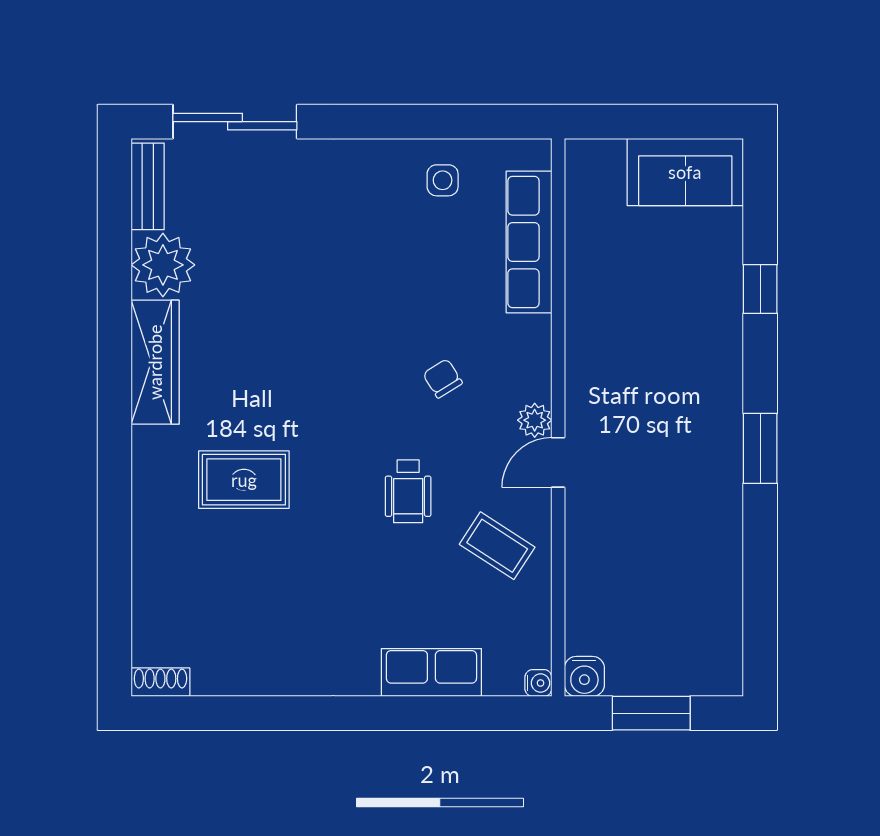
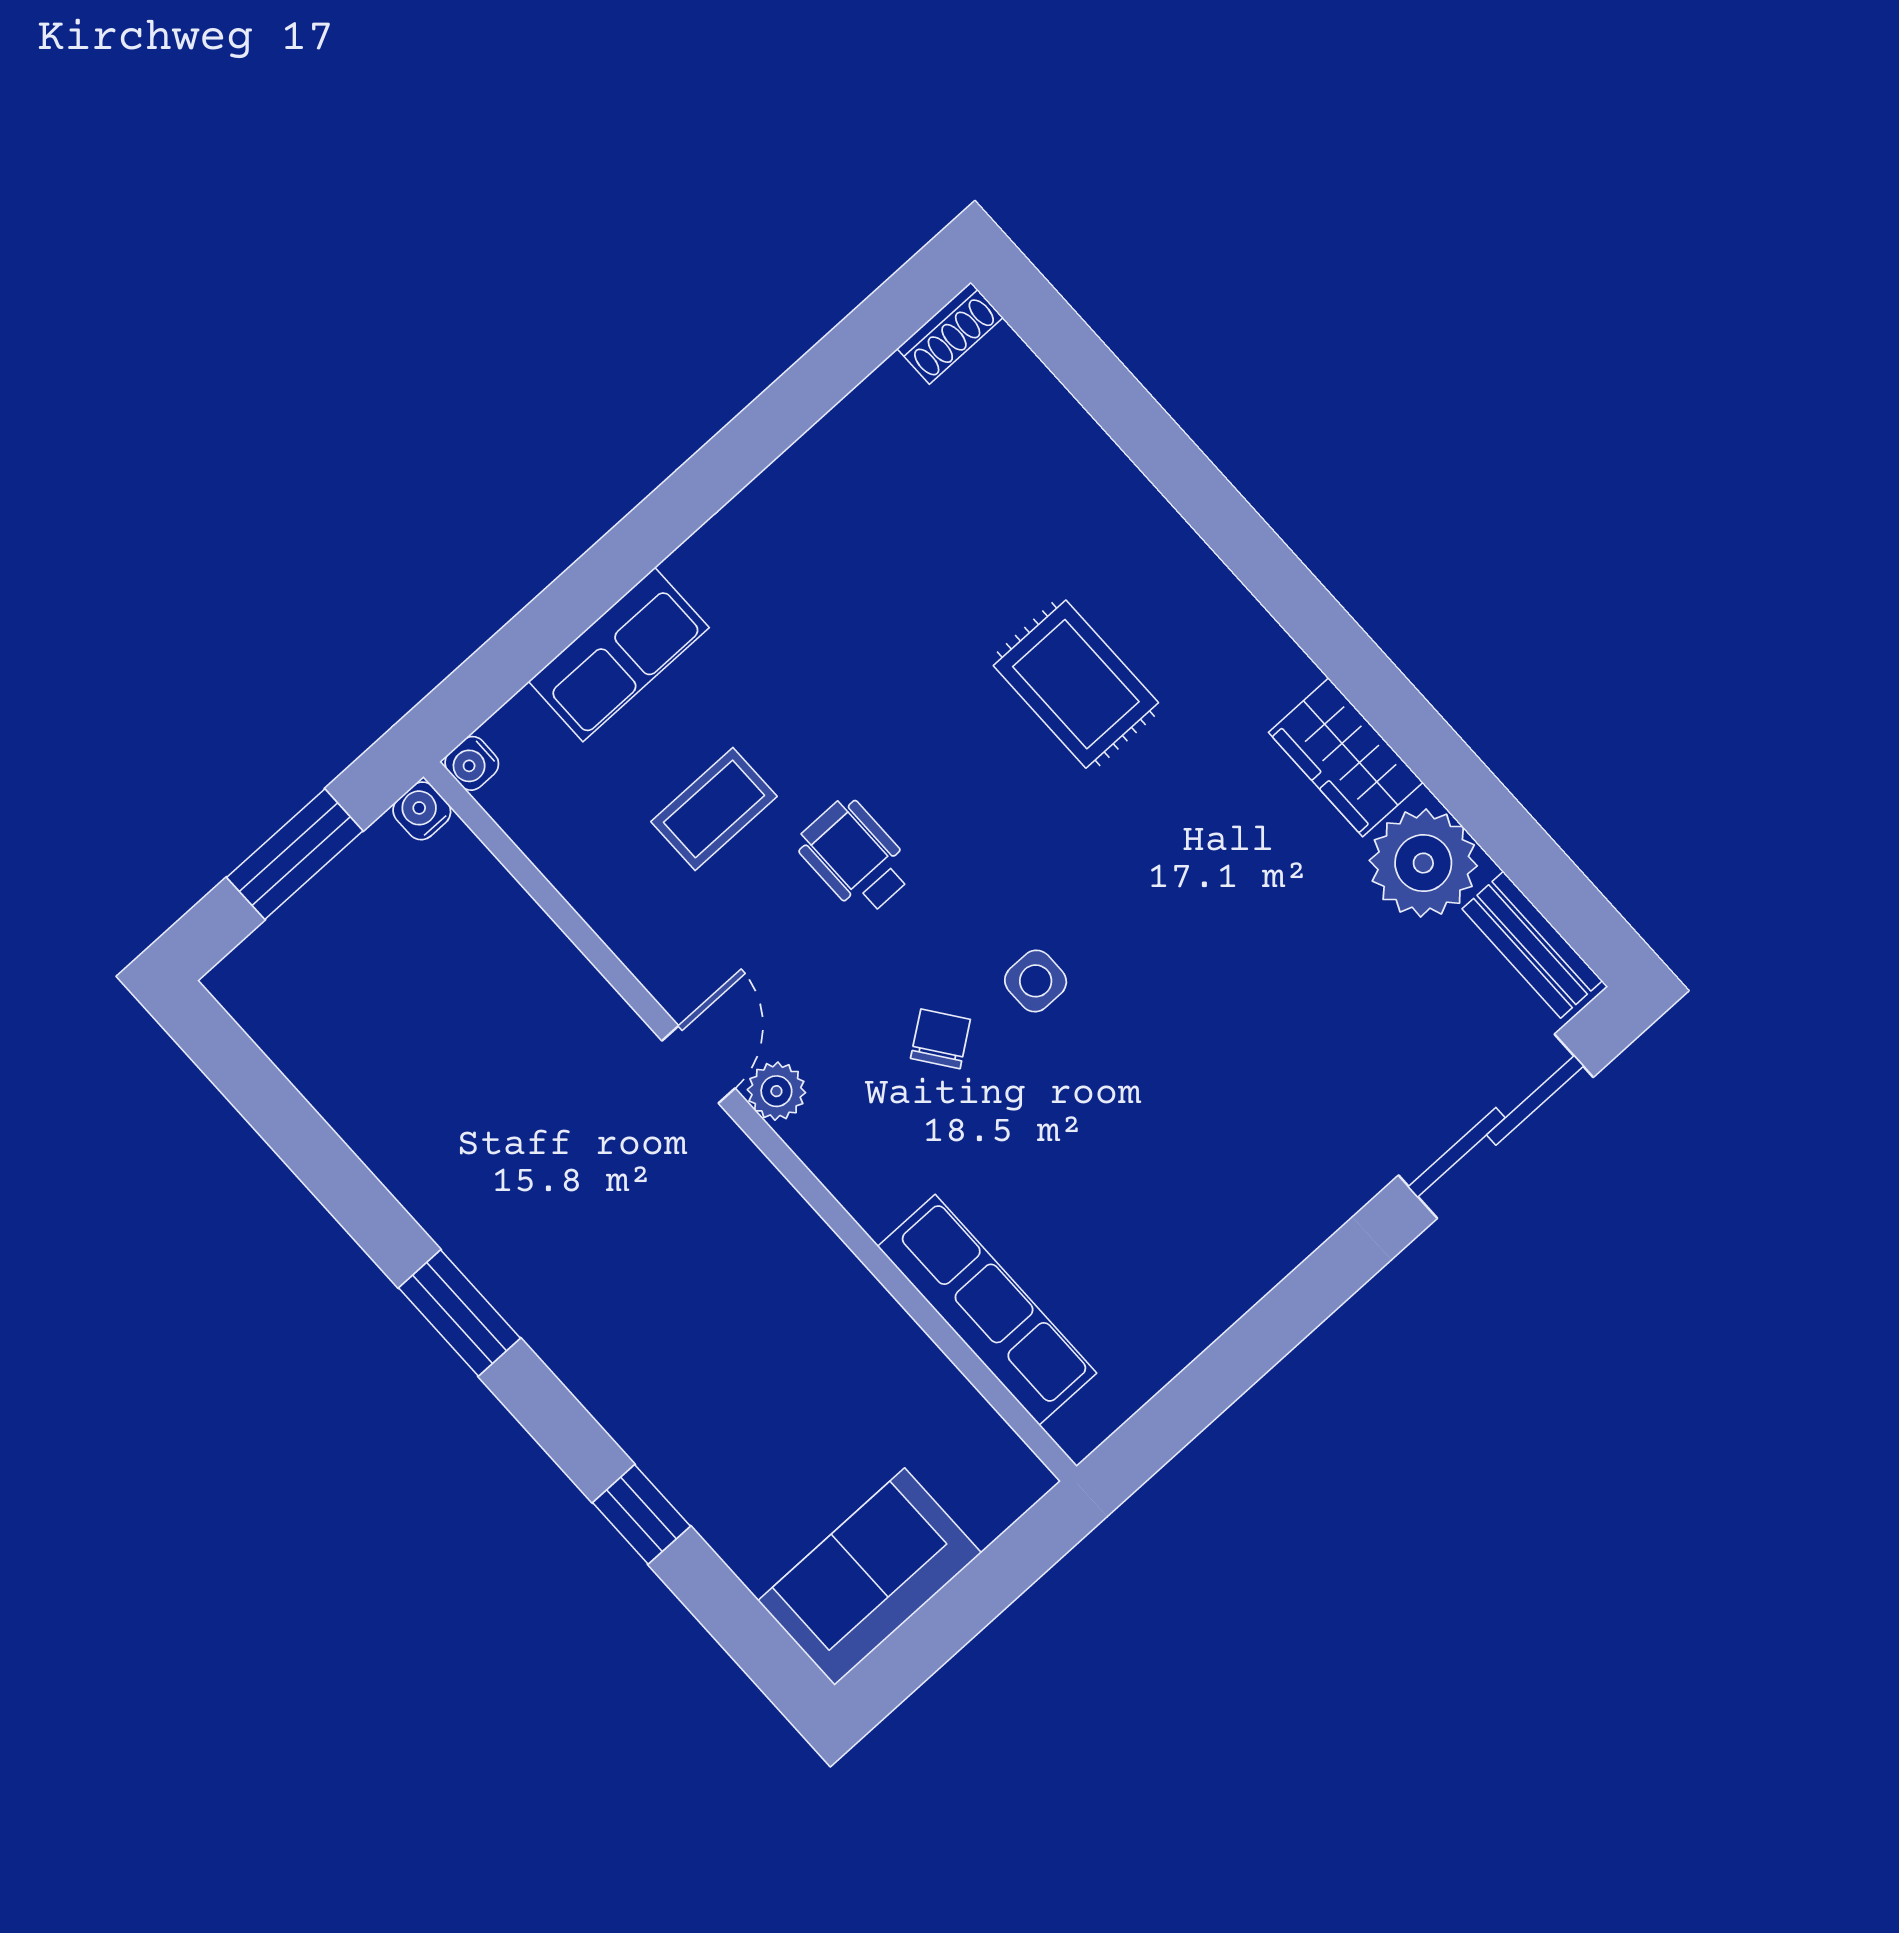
side table: (443, 180) -> (1036, 981), moved
wardrobe: (155, 362) -> (1346, 757), width x0.67
chair: (443, 378) -> (940, 1039), turned -94
rug: (244, 480) -> (1076, 684), turned 90
coffee table: (497, 546) -> (714, 809), moved, turned -33
water cooler: (584, 676) -> (422, 811), width x0.72, depth x0.72

